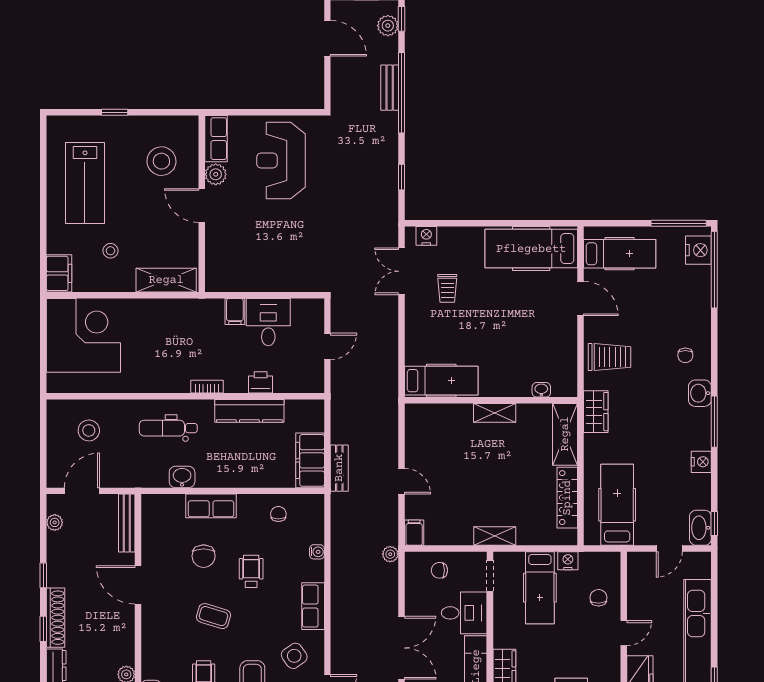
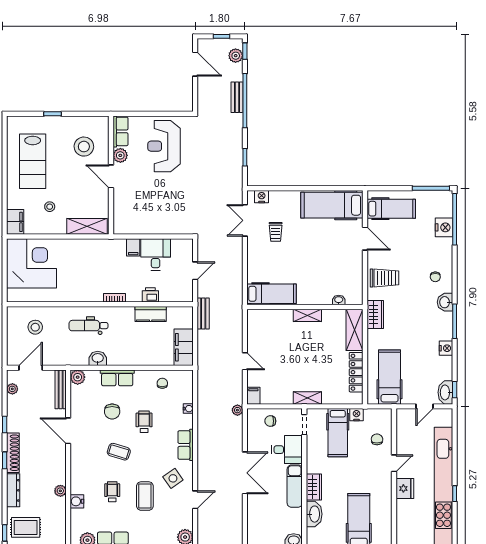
nightstand: (698, 250) -> (444, 227), moved
kitchen counter: (249, 411) -> (151, 314), width x0.67
bench: (339, 468) -> (203, 314), moved
plant: (152, 505) -> (78, 377), added

